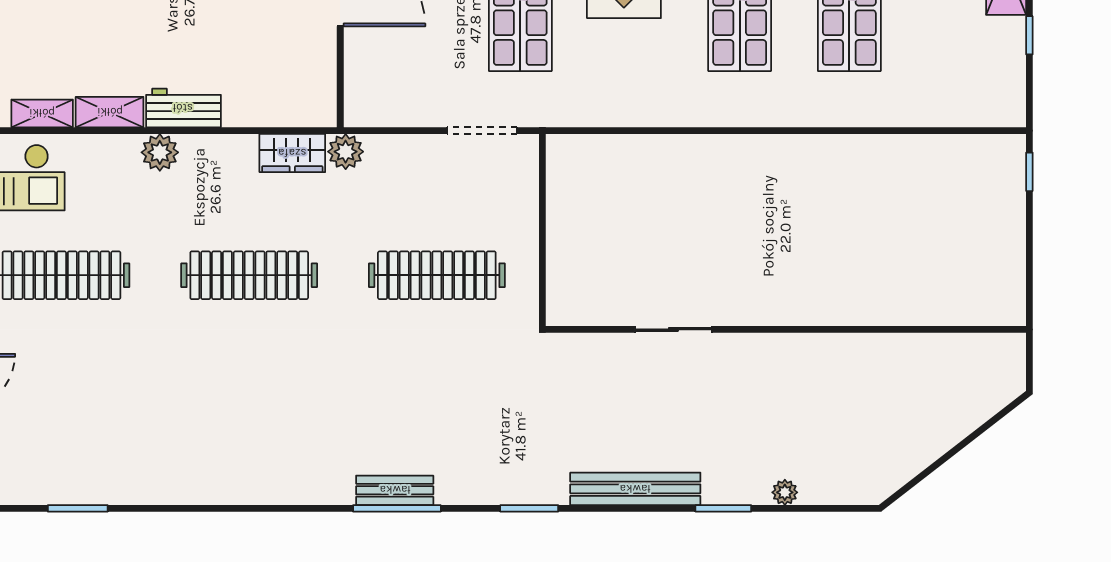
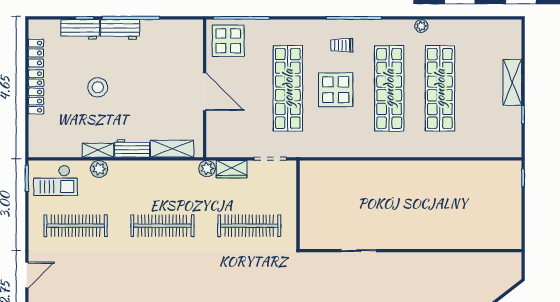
shelving: (42, 113) -> (172, 149), moved, width x1.50, depth x1.33
plant: (160, 152) -> (99, 169), moved
wardrobe: (292, 153) -> (232, 169), moved

